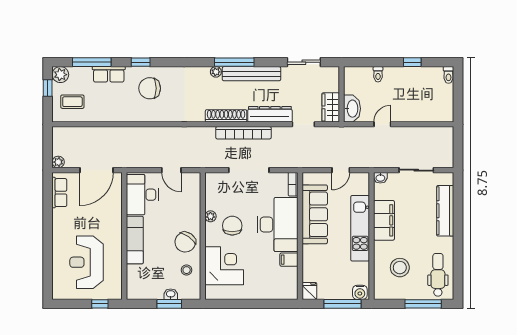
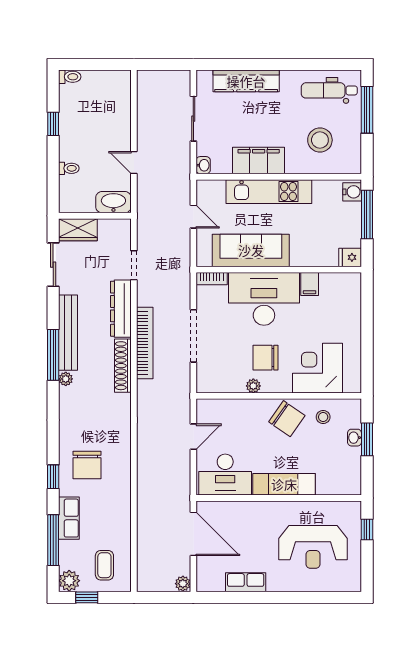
wardrobe: (331, 107) -> (78, 230), moved
row of seats: (59, 193) -> (246, 582), moved

